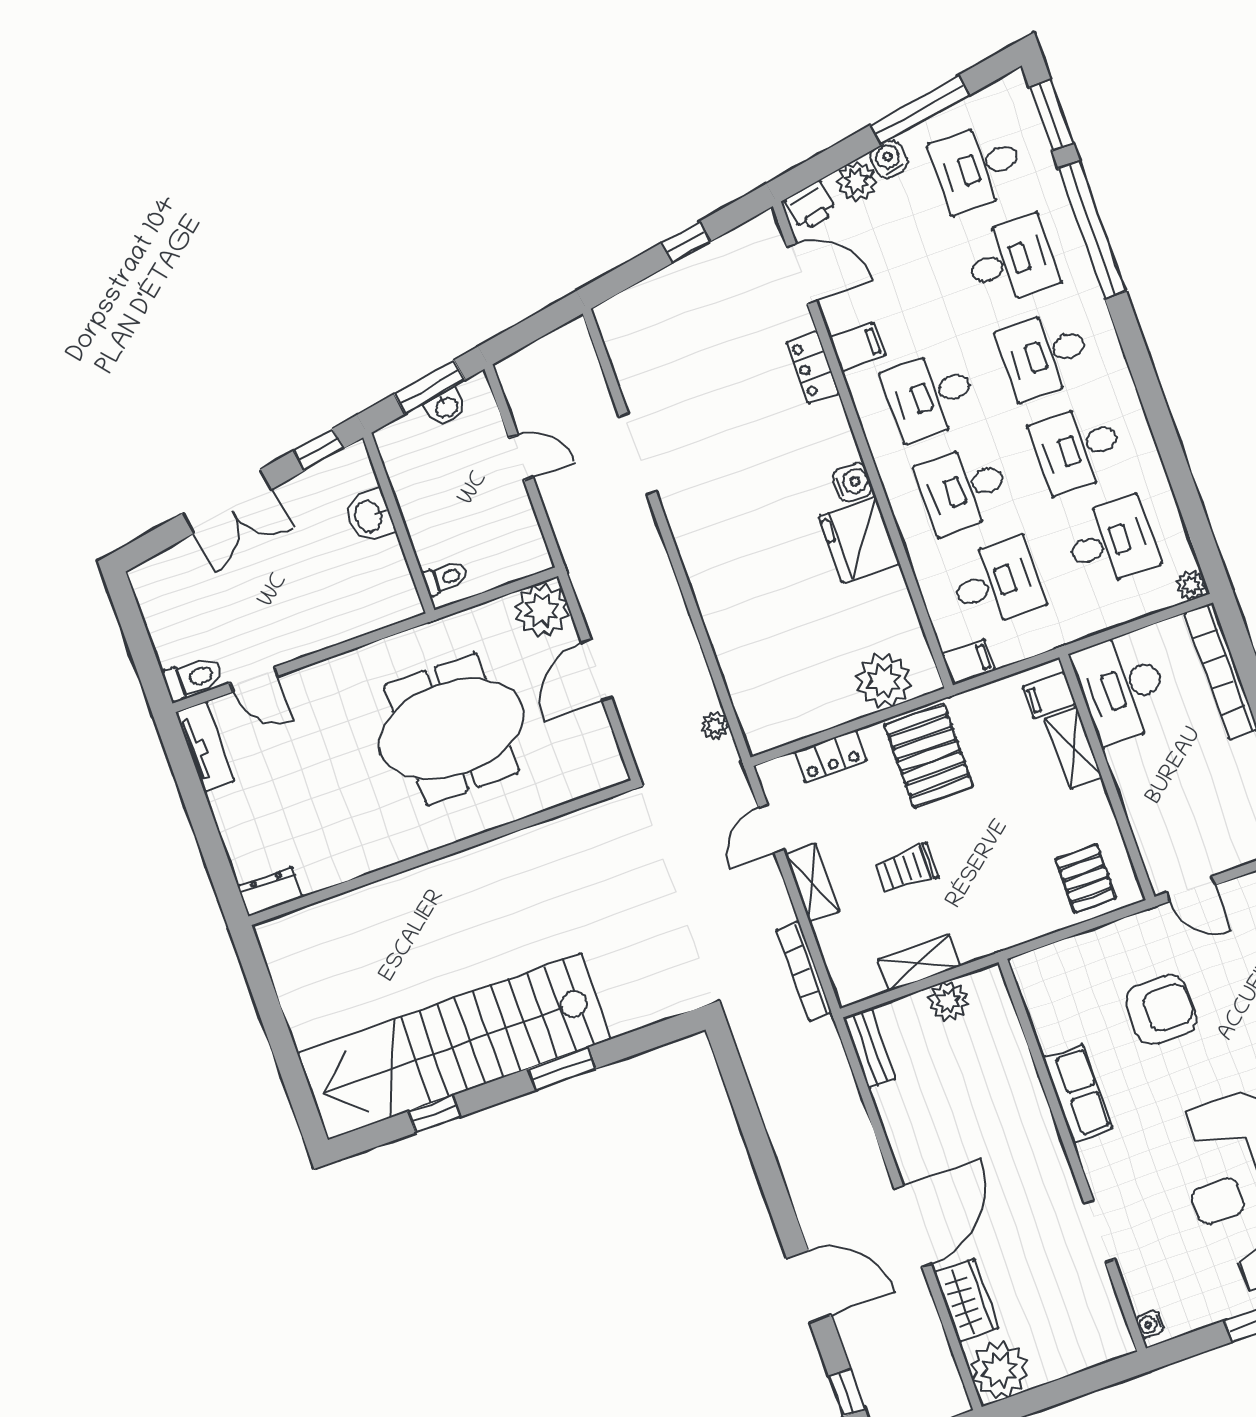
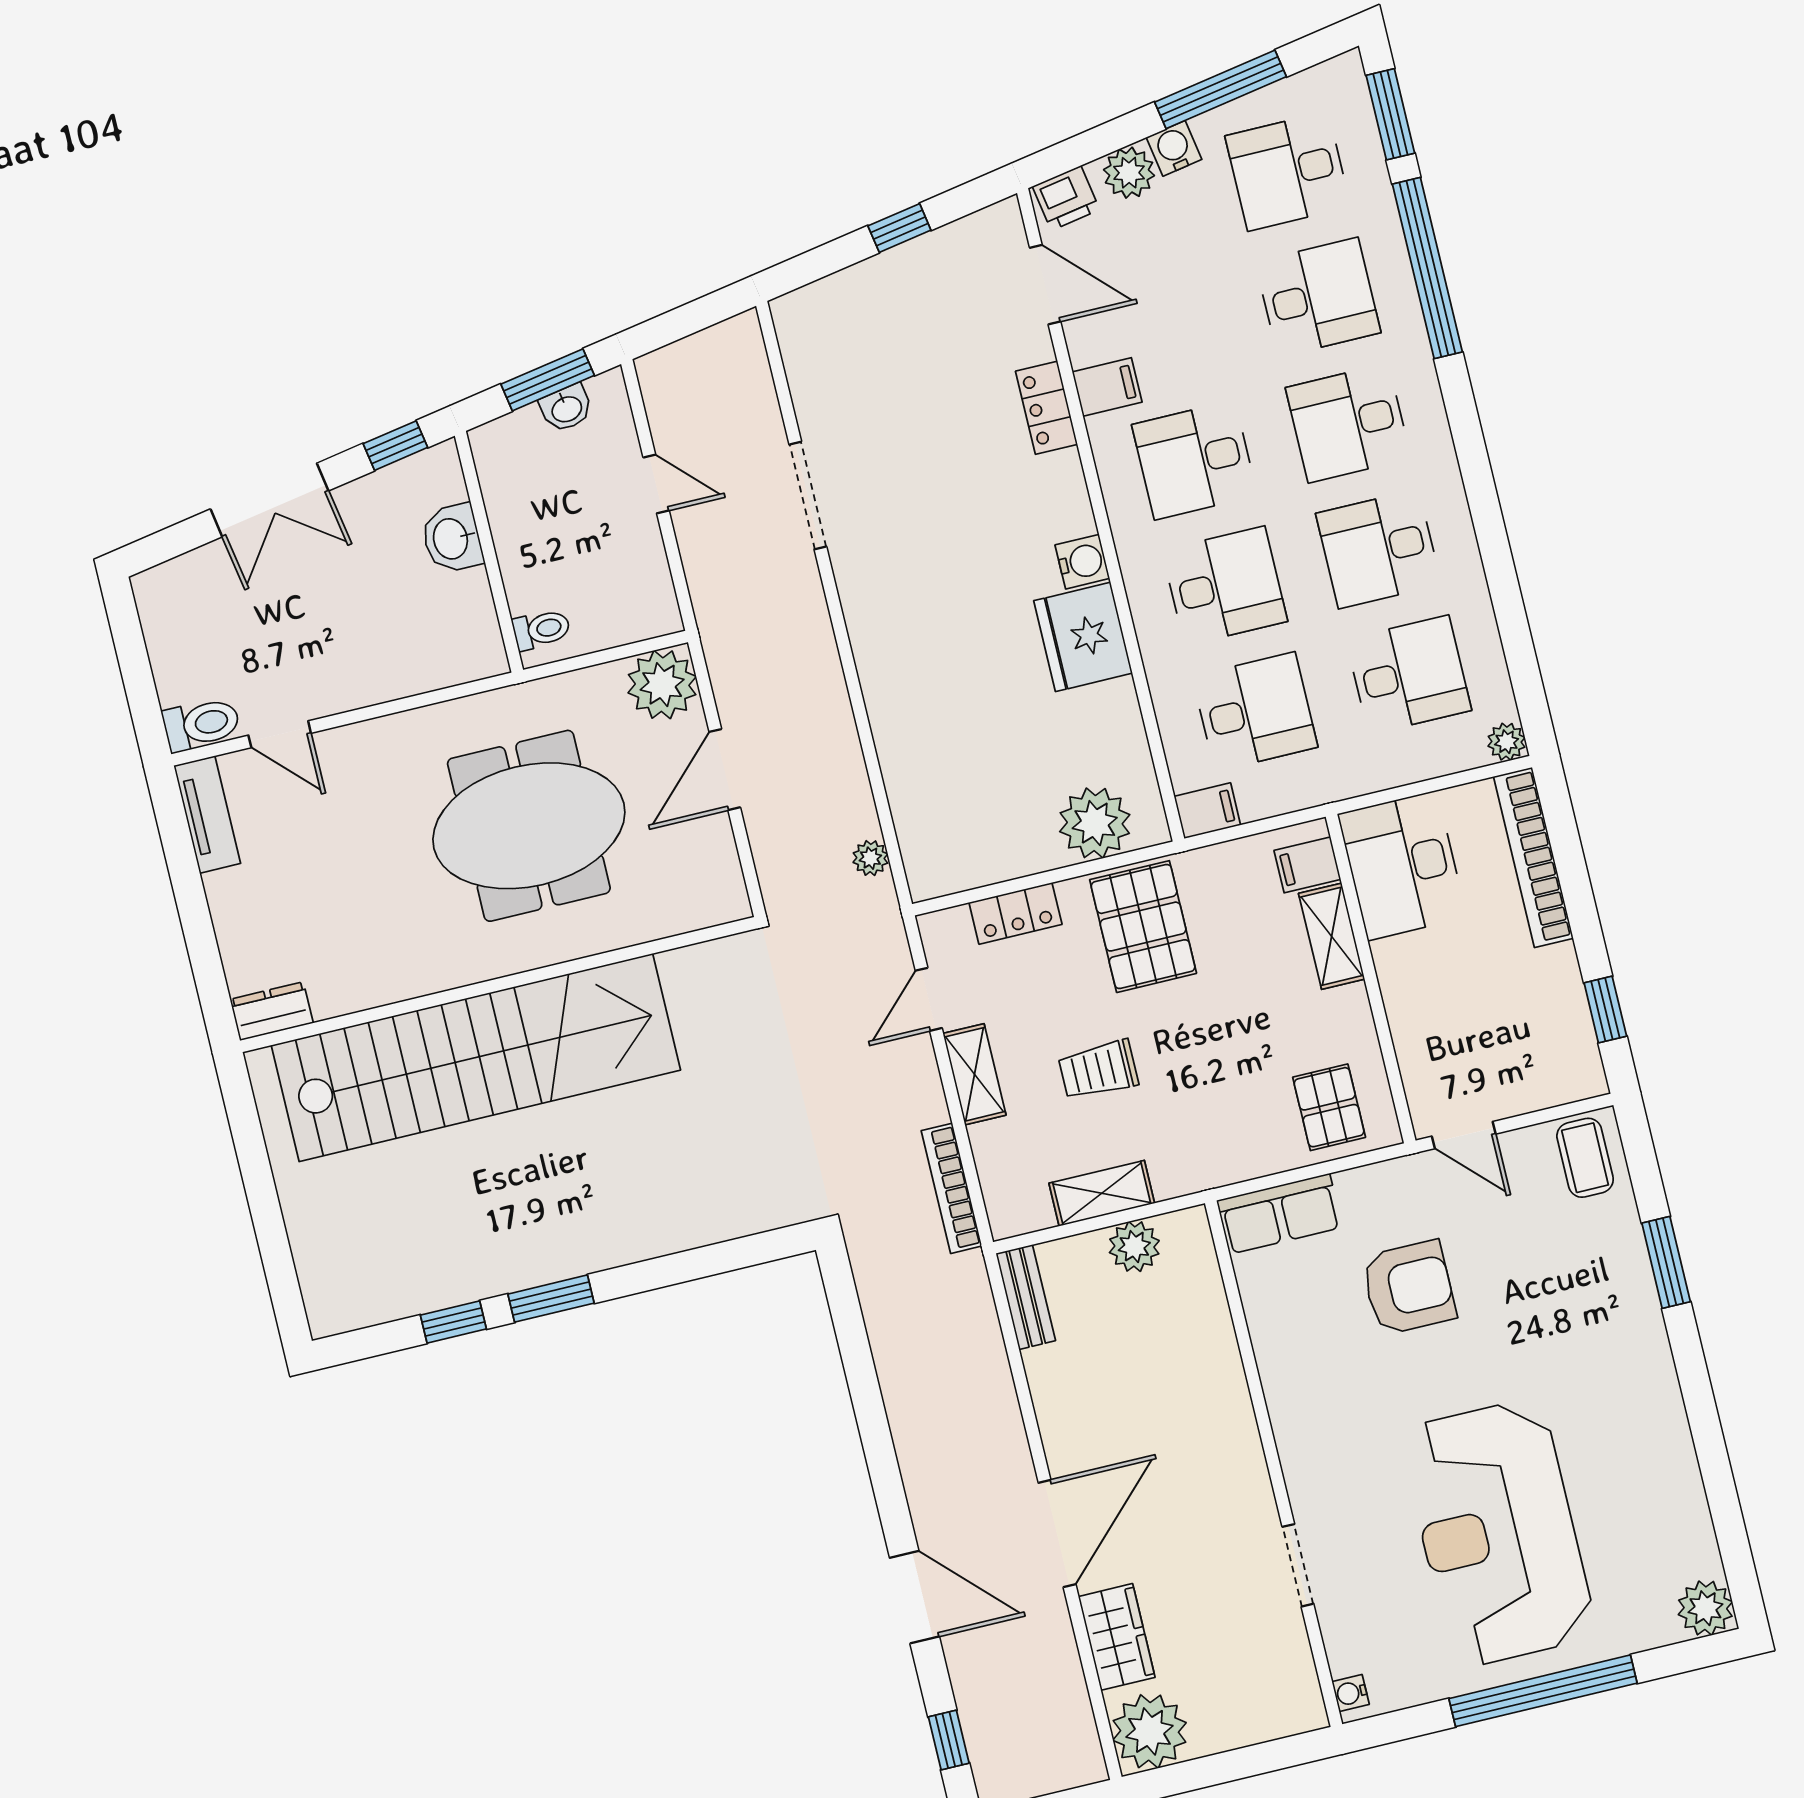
desk: (963, 489) -> (1225, 586), turned 180
stairs: (454, 1046) -> (476, 1058), moved, turned 180
window: (562, 1069) -> (551, 1299), moved
row of seats: (1078, 1094) -> (1280, 1214), moved, turned 90

